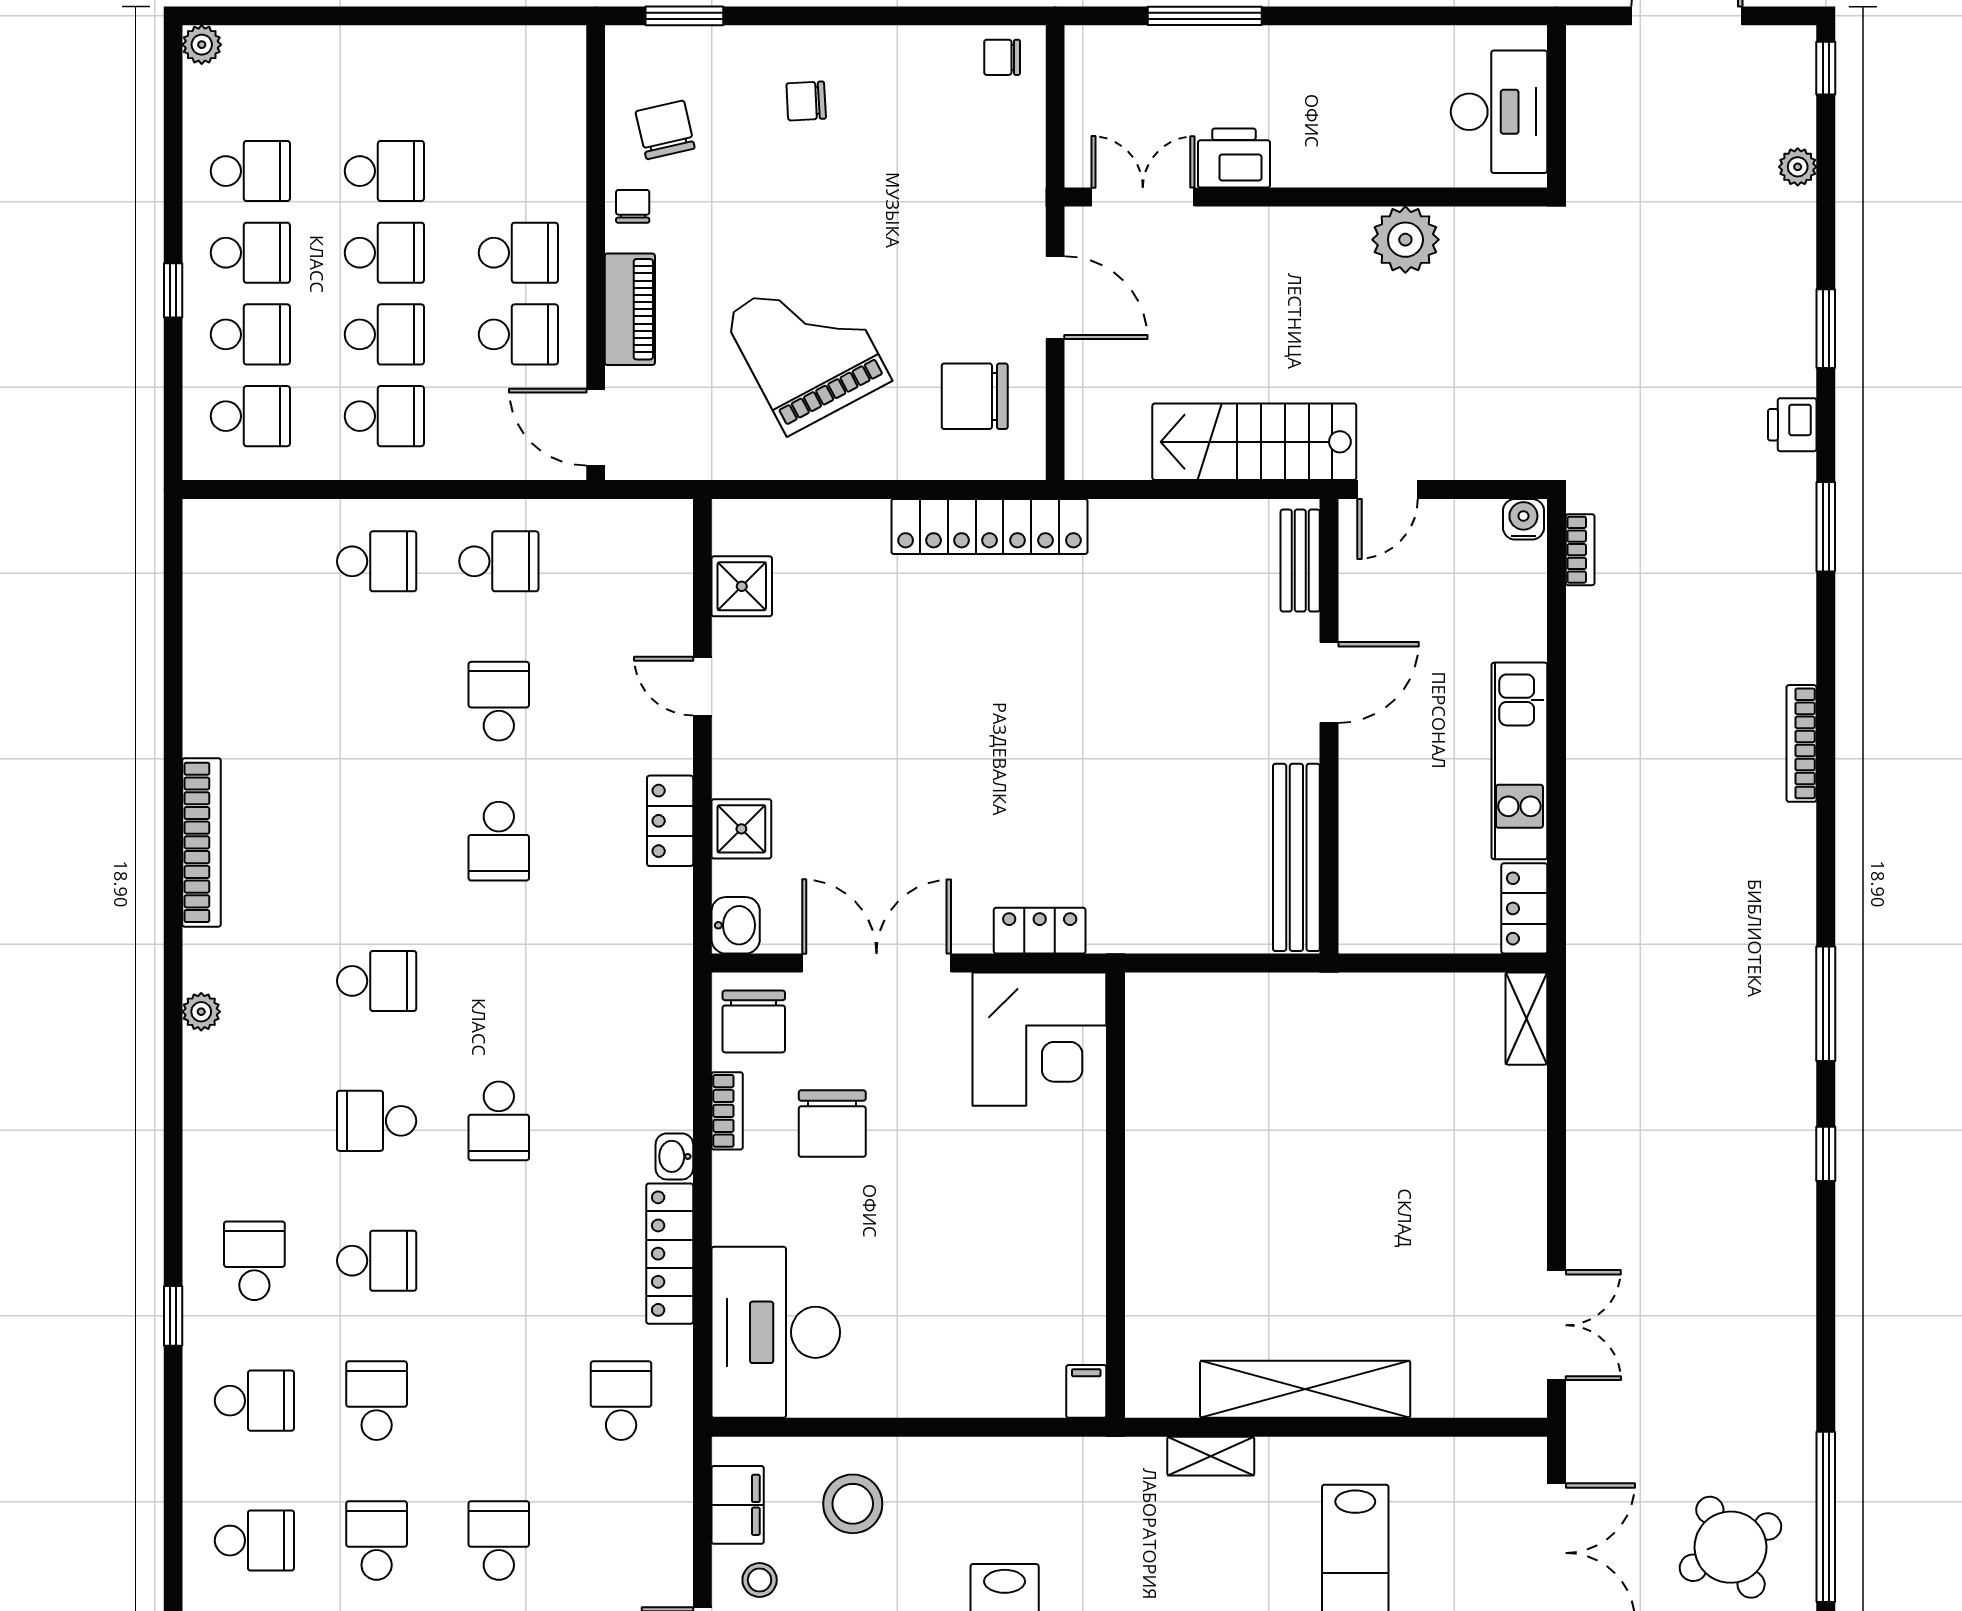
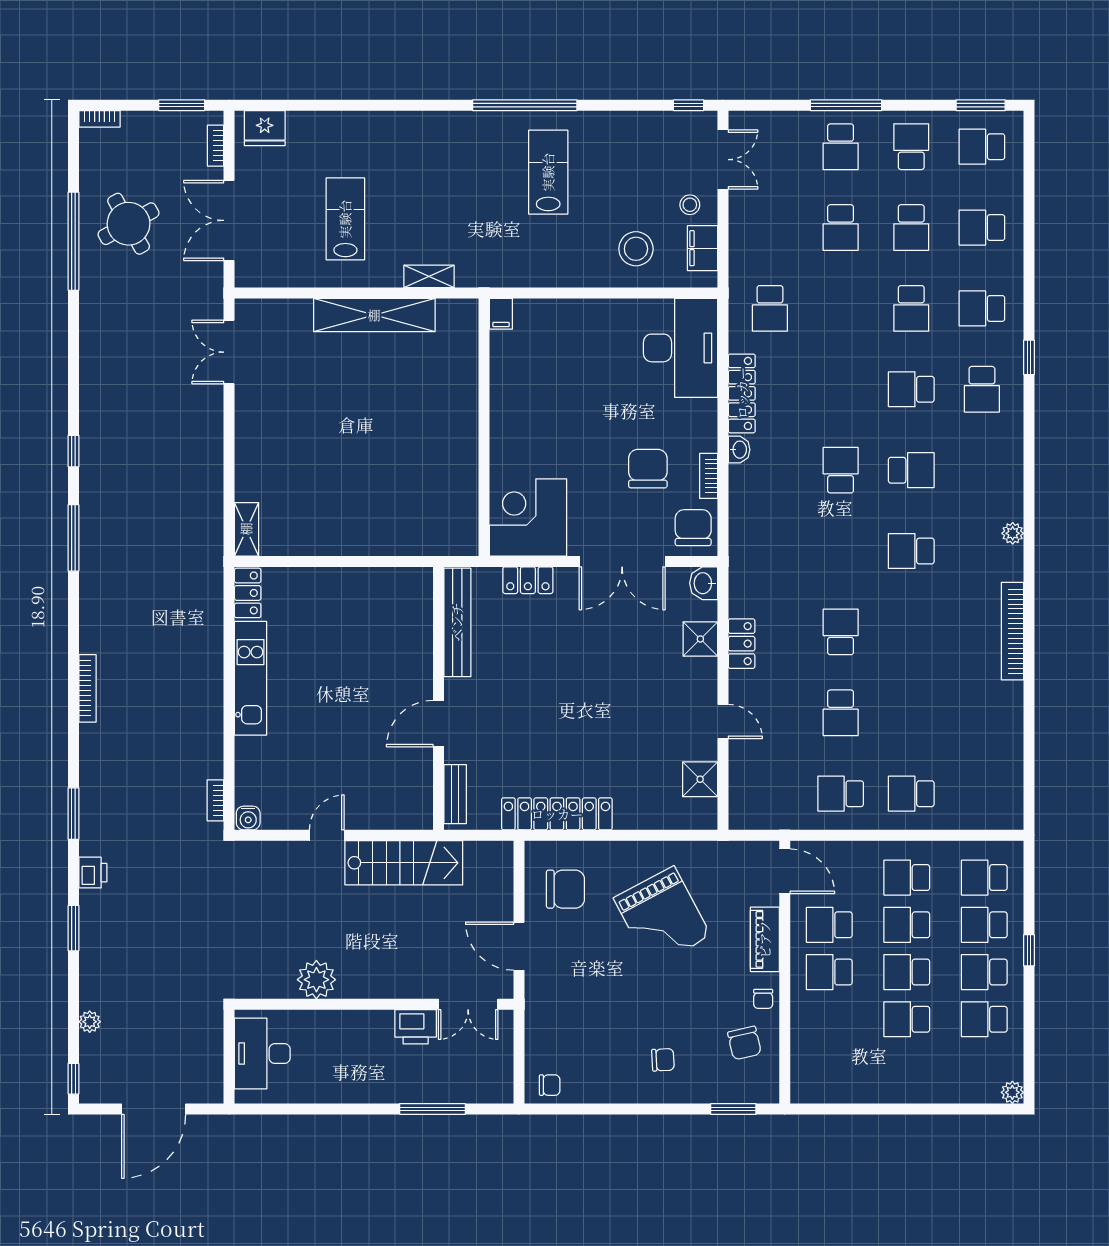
bench: (1300, 561) -> (455, 794), moved
door: (1329, 682) -> (438, 724), moved
wall: (1329, 726) -> (438, 698), moved
bench: (1296, 857) -> (457, 622), moved

